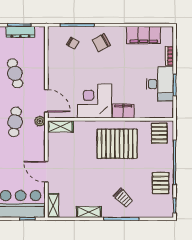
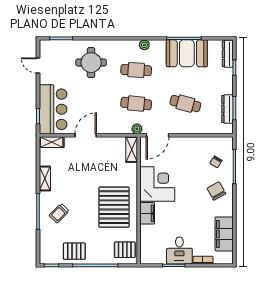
cafe table: (15, 73) -> (185, 104), turned 30
desk: (160, 84) -> (179, 250), width x0.73

